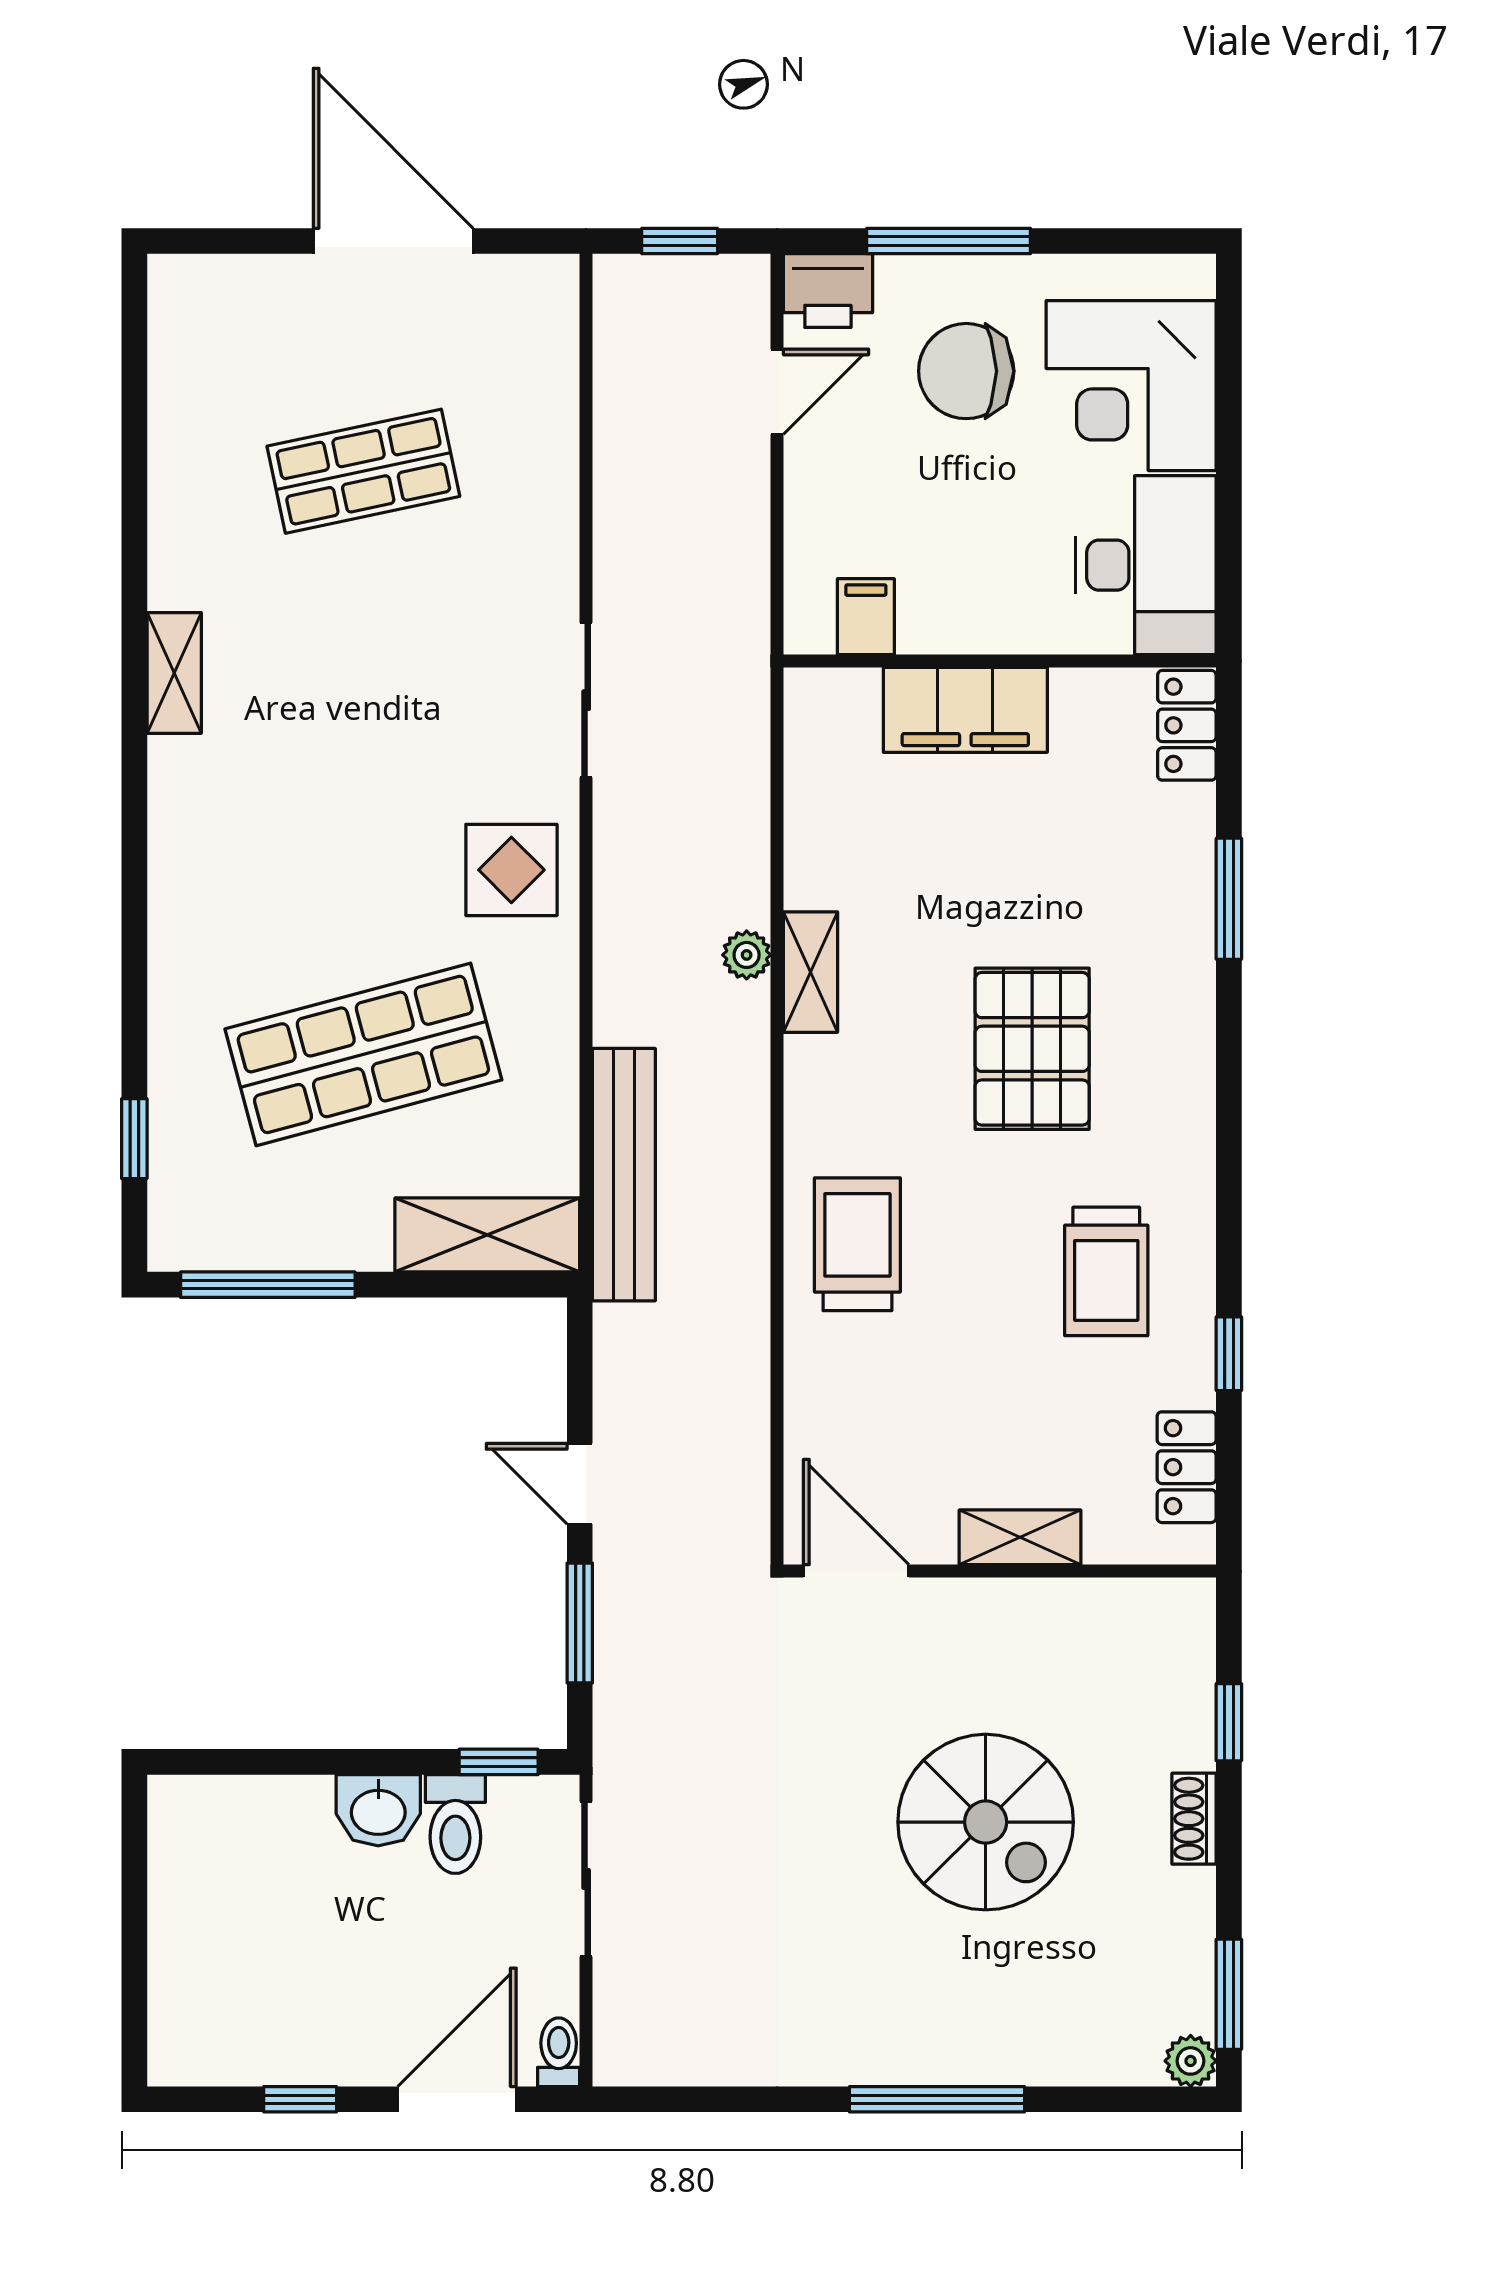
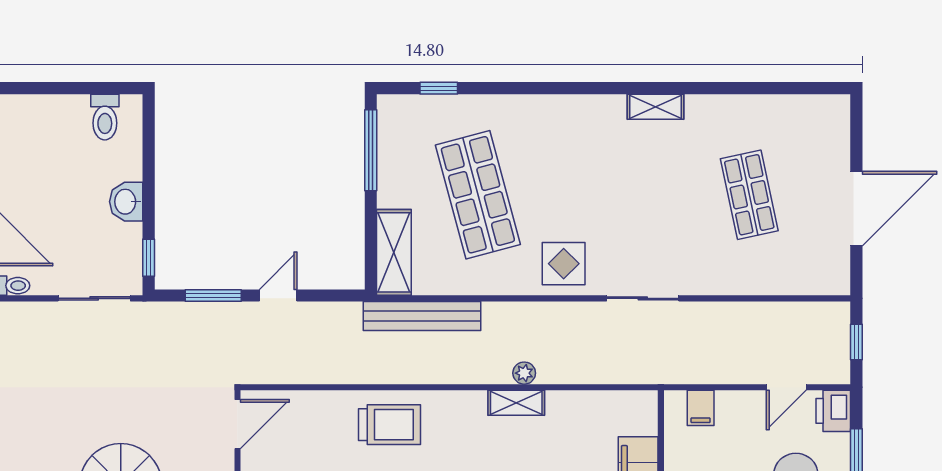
door: (777, 392) -> (786, 387), hinge flipped
filing cabinet: (866, 617) -> (701, 408), moved, turned 90
toilet: (455, 1824) -> (105, 117), moved, turned -90

